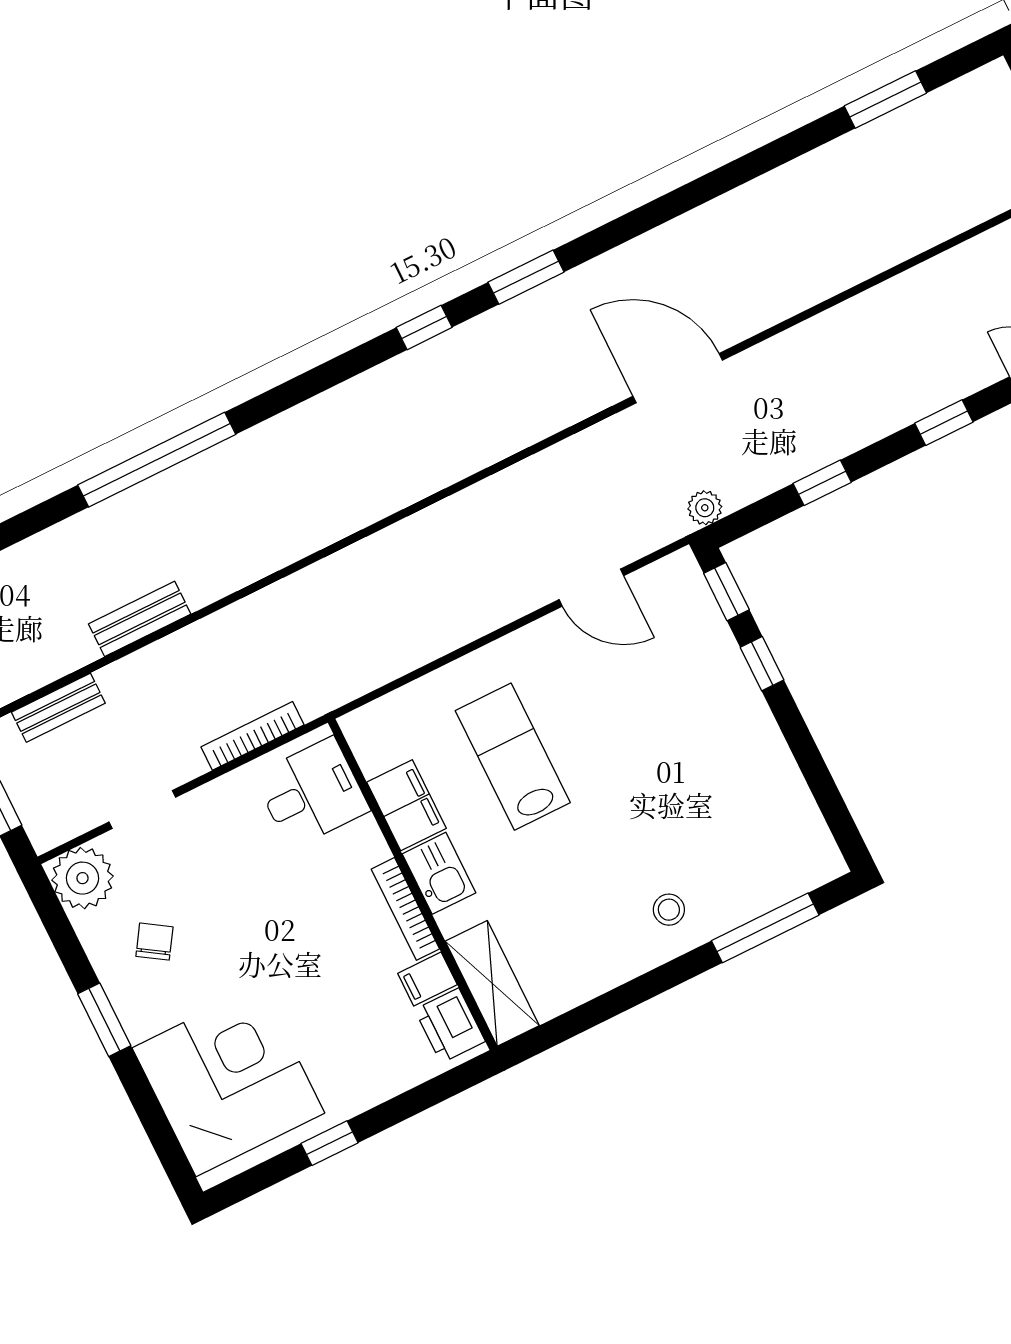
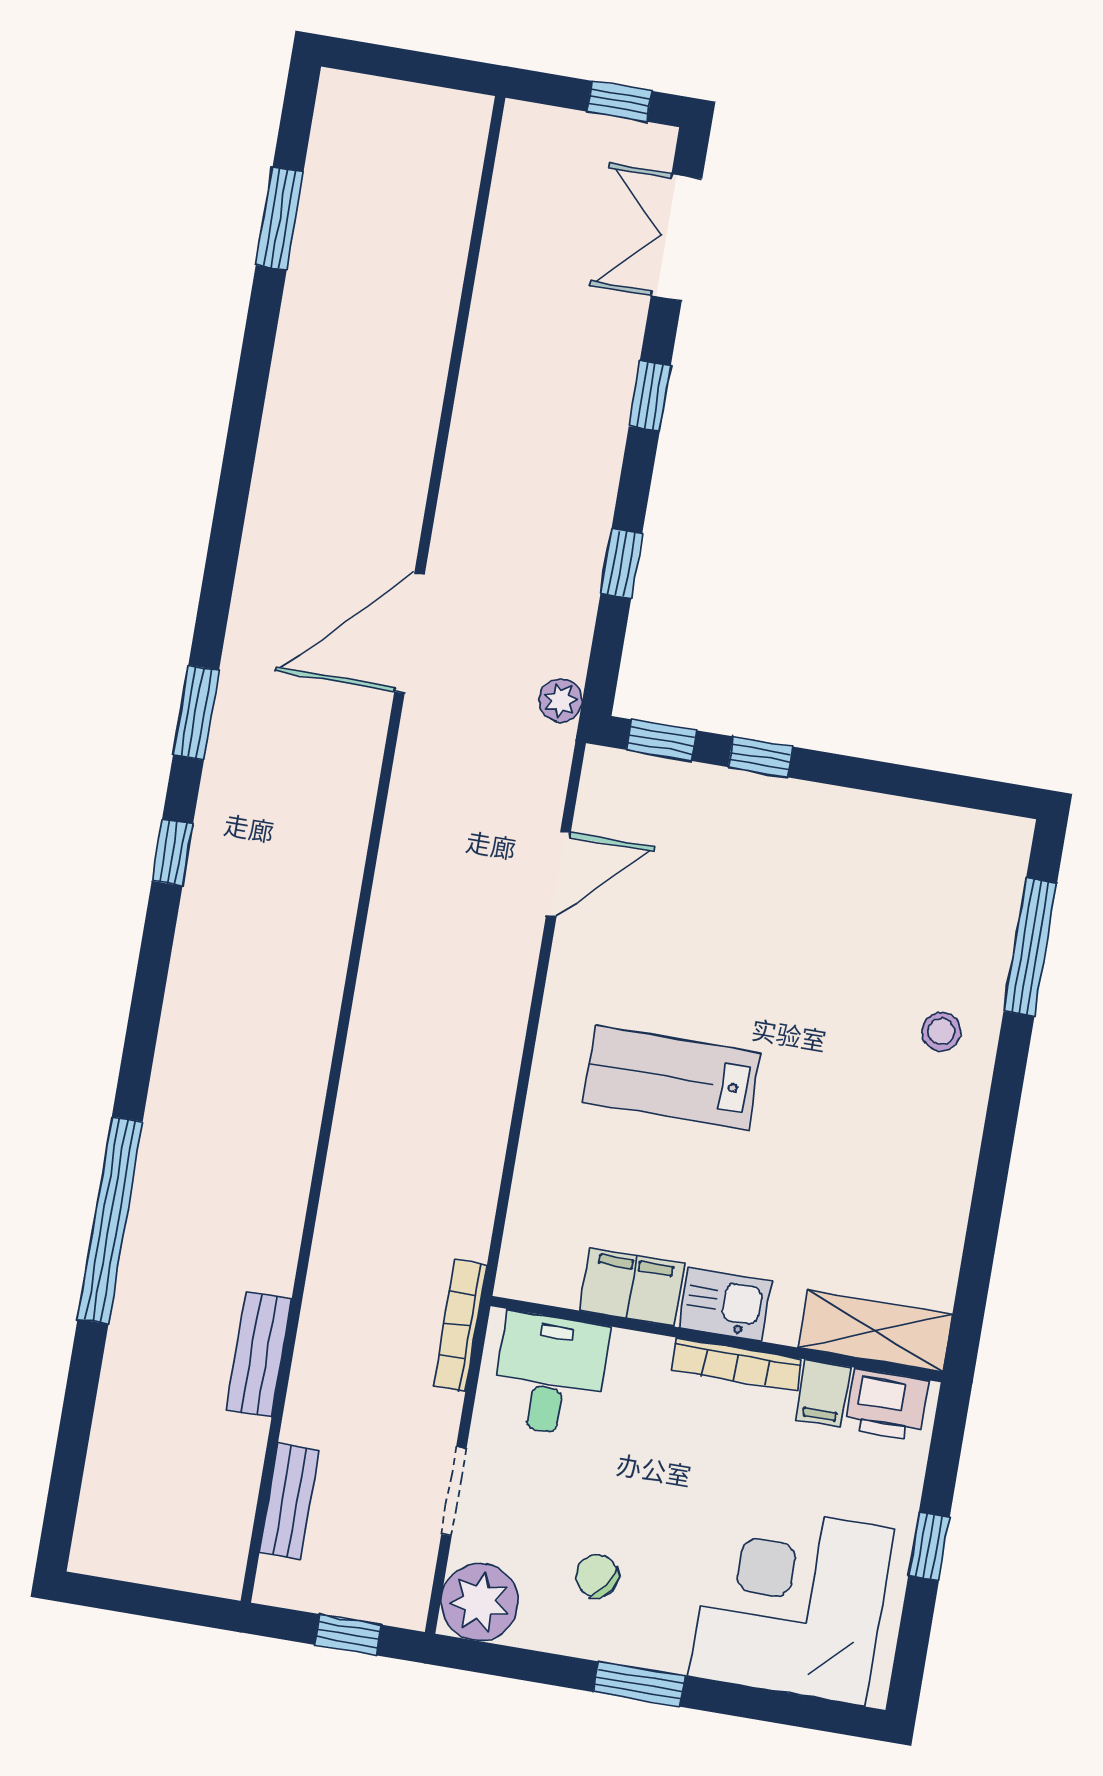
desk: (312, 793) -> (550, 1374), moved
filing cabinet: (407, 805) -> (632, 1287), moved
kitchen sink: (439, 873) -> (725, 1304), moved
wall: (413, 884) -> (717, 1339), moved
bookcase: (405, 909) -> (736, 1364), moved
filing cabinet: (427, 979) -> (823, 1393), moved
shelving: (492, 983) -> (875, 1331), moved
printer: (450, 1026) -> (887, 1405), moved

